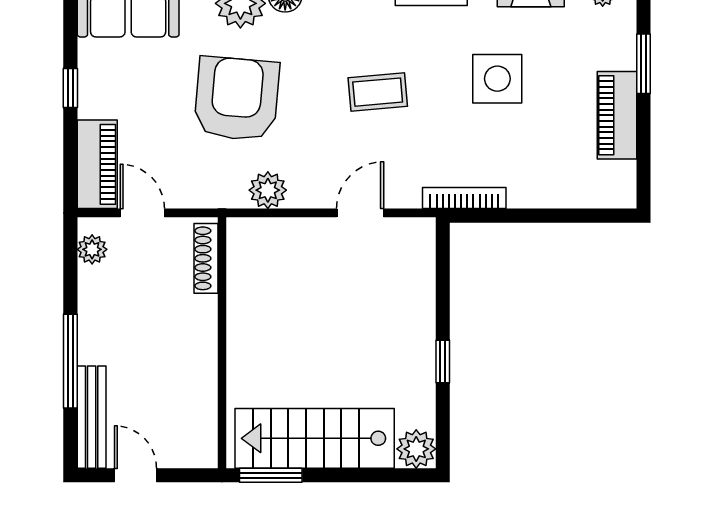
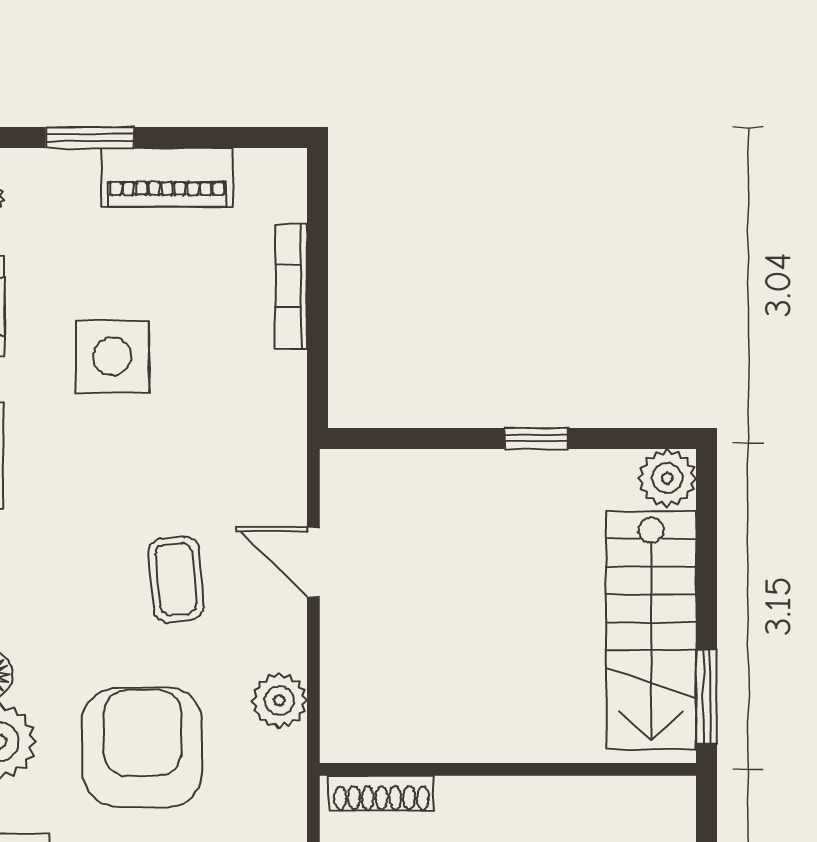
coffee table: (378, 92) -> (176, 579), moved
armchair: (237, 99) -> (142, 747), turned 85
bookcase: (464, 198) -> (291, 286), moved

